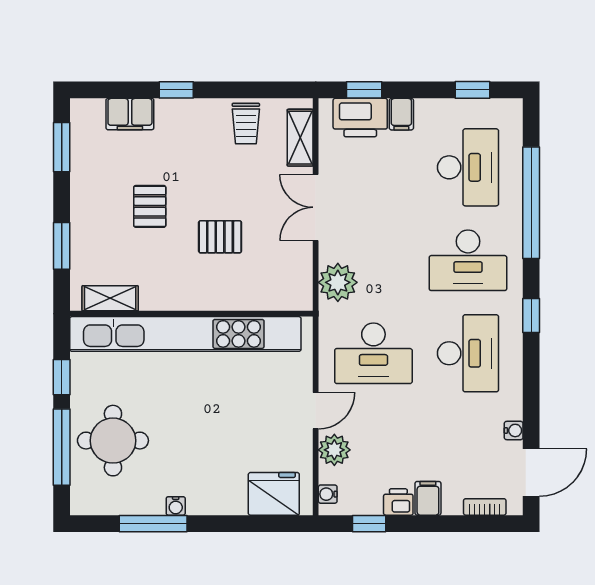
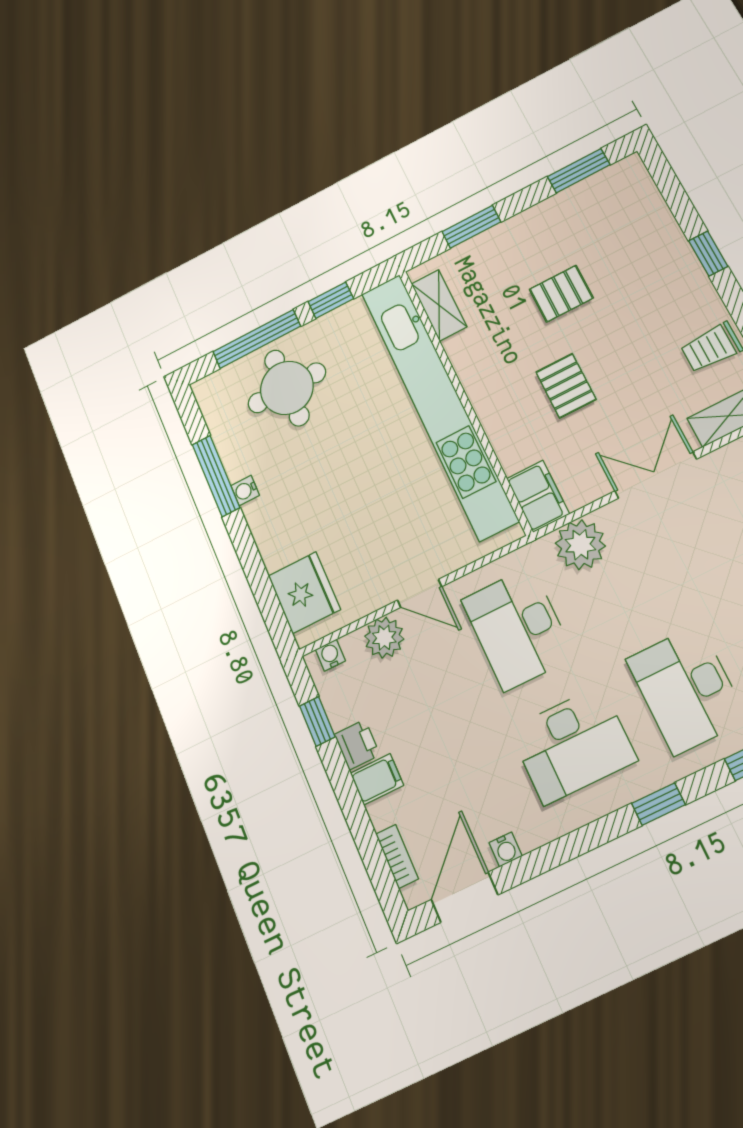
filing cabinet: (130, 114) -> (538, 496), moved, turned 180
door: (531, 473) -> (464, 897), swing flipped

